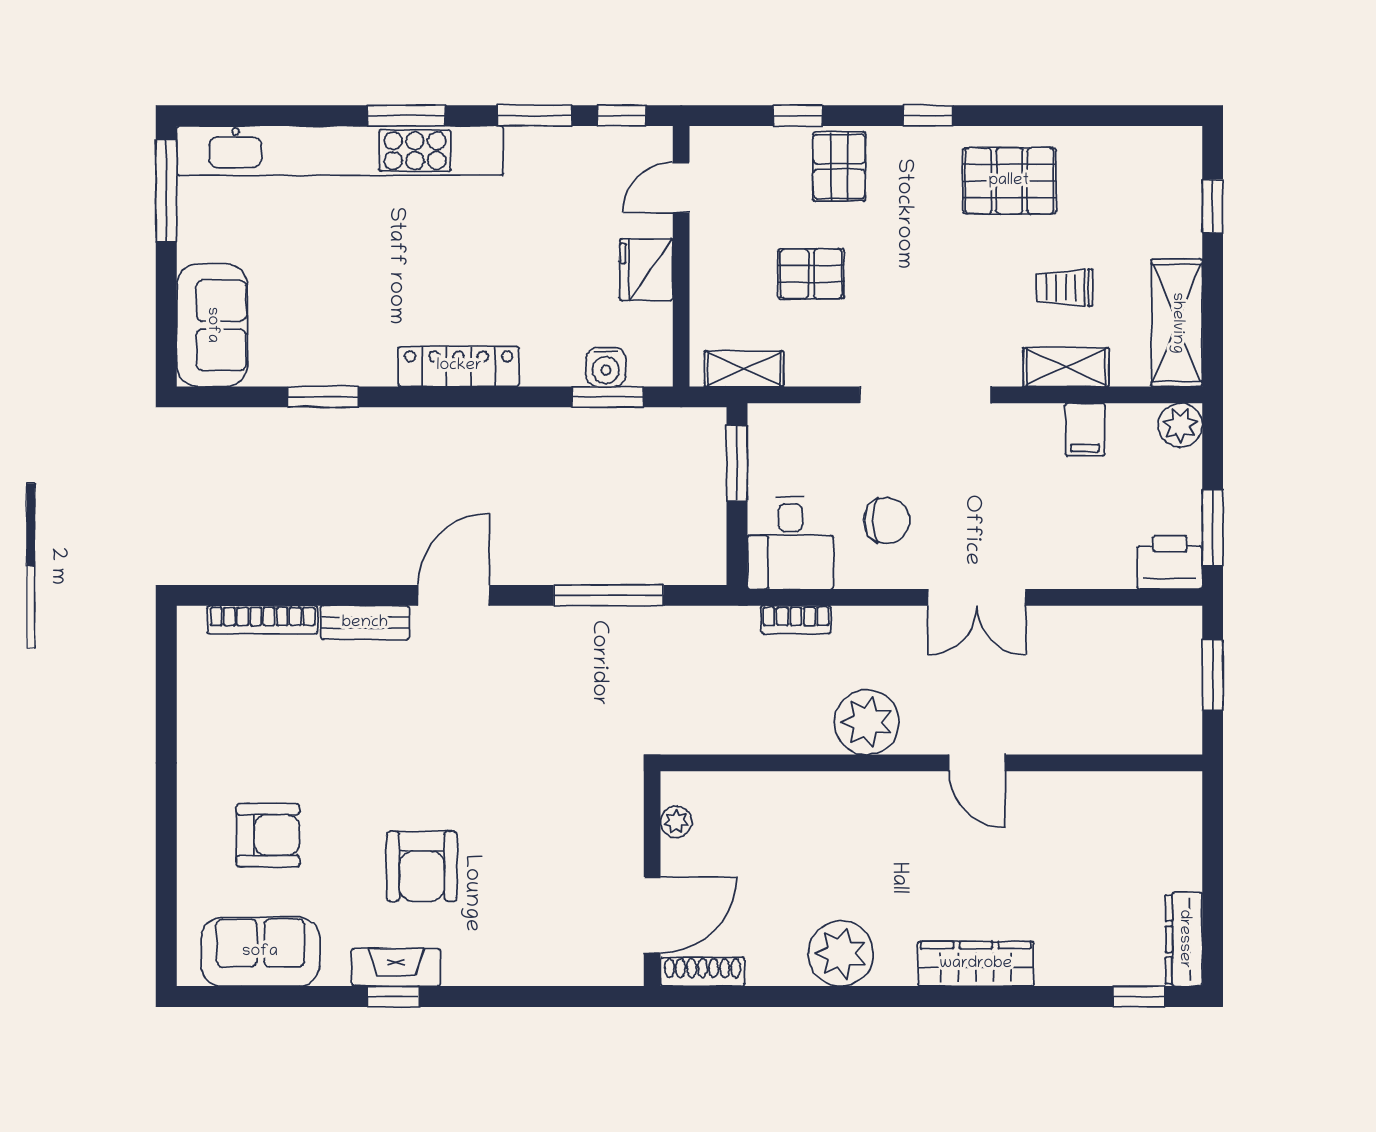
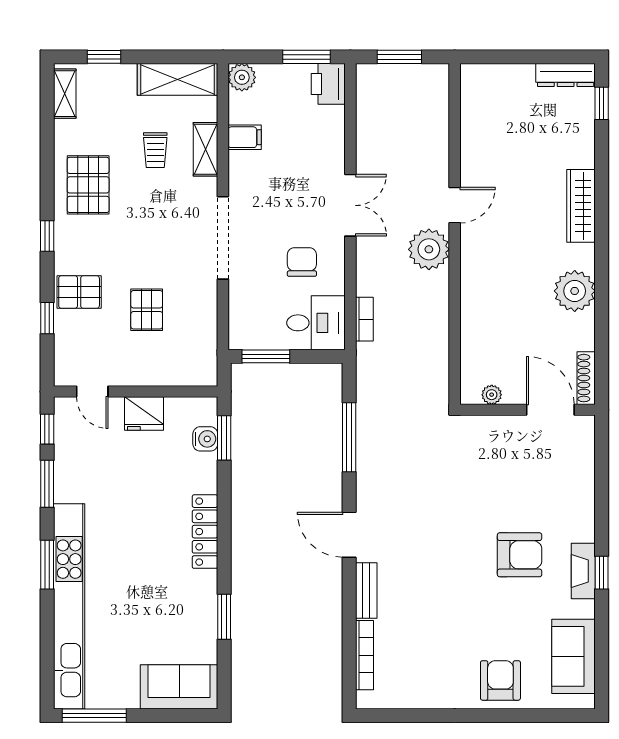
shelving: (744, 369) -> (65, 94), moved
plant: (867, 722) -> (429, 249), moved
armchair: (268, 835) -> (500, 680), moved

